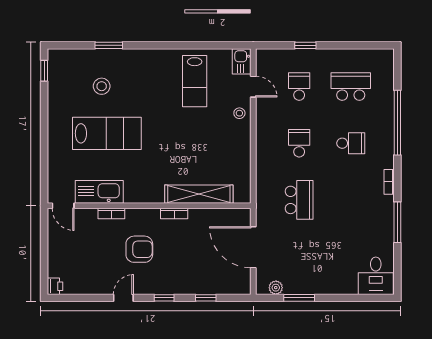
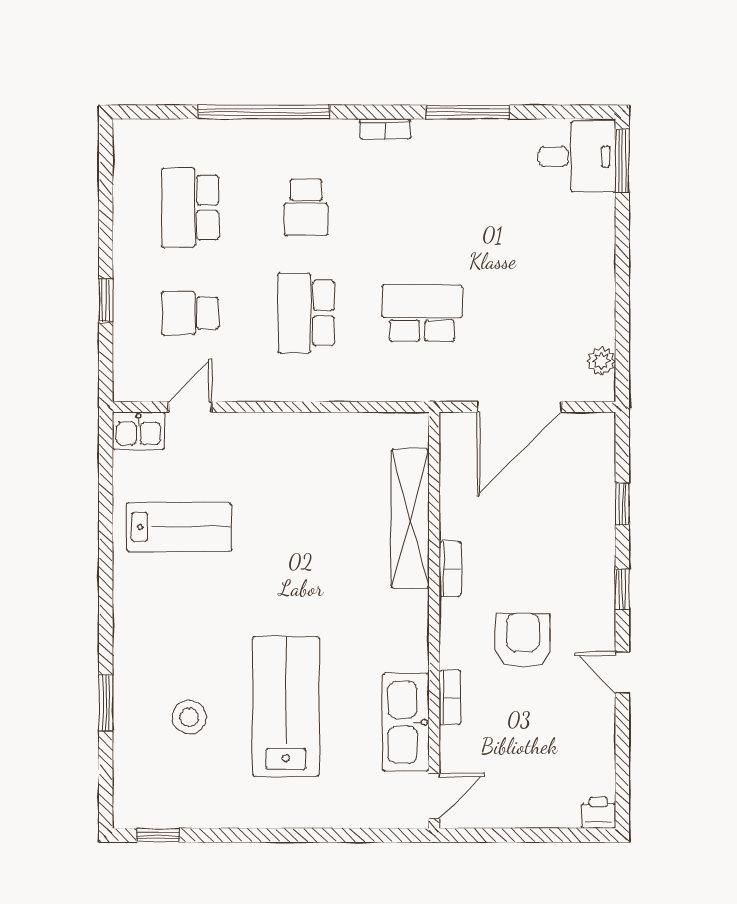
stool: (239, 113) -> (245, 435), removed
school desk: (299, 143) -> (306, 313), width x1.85
school desk: (351, 143) -> (306, 208), turned 180
window: (299, 298) -> (622, 161), moved

